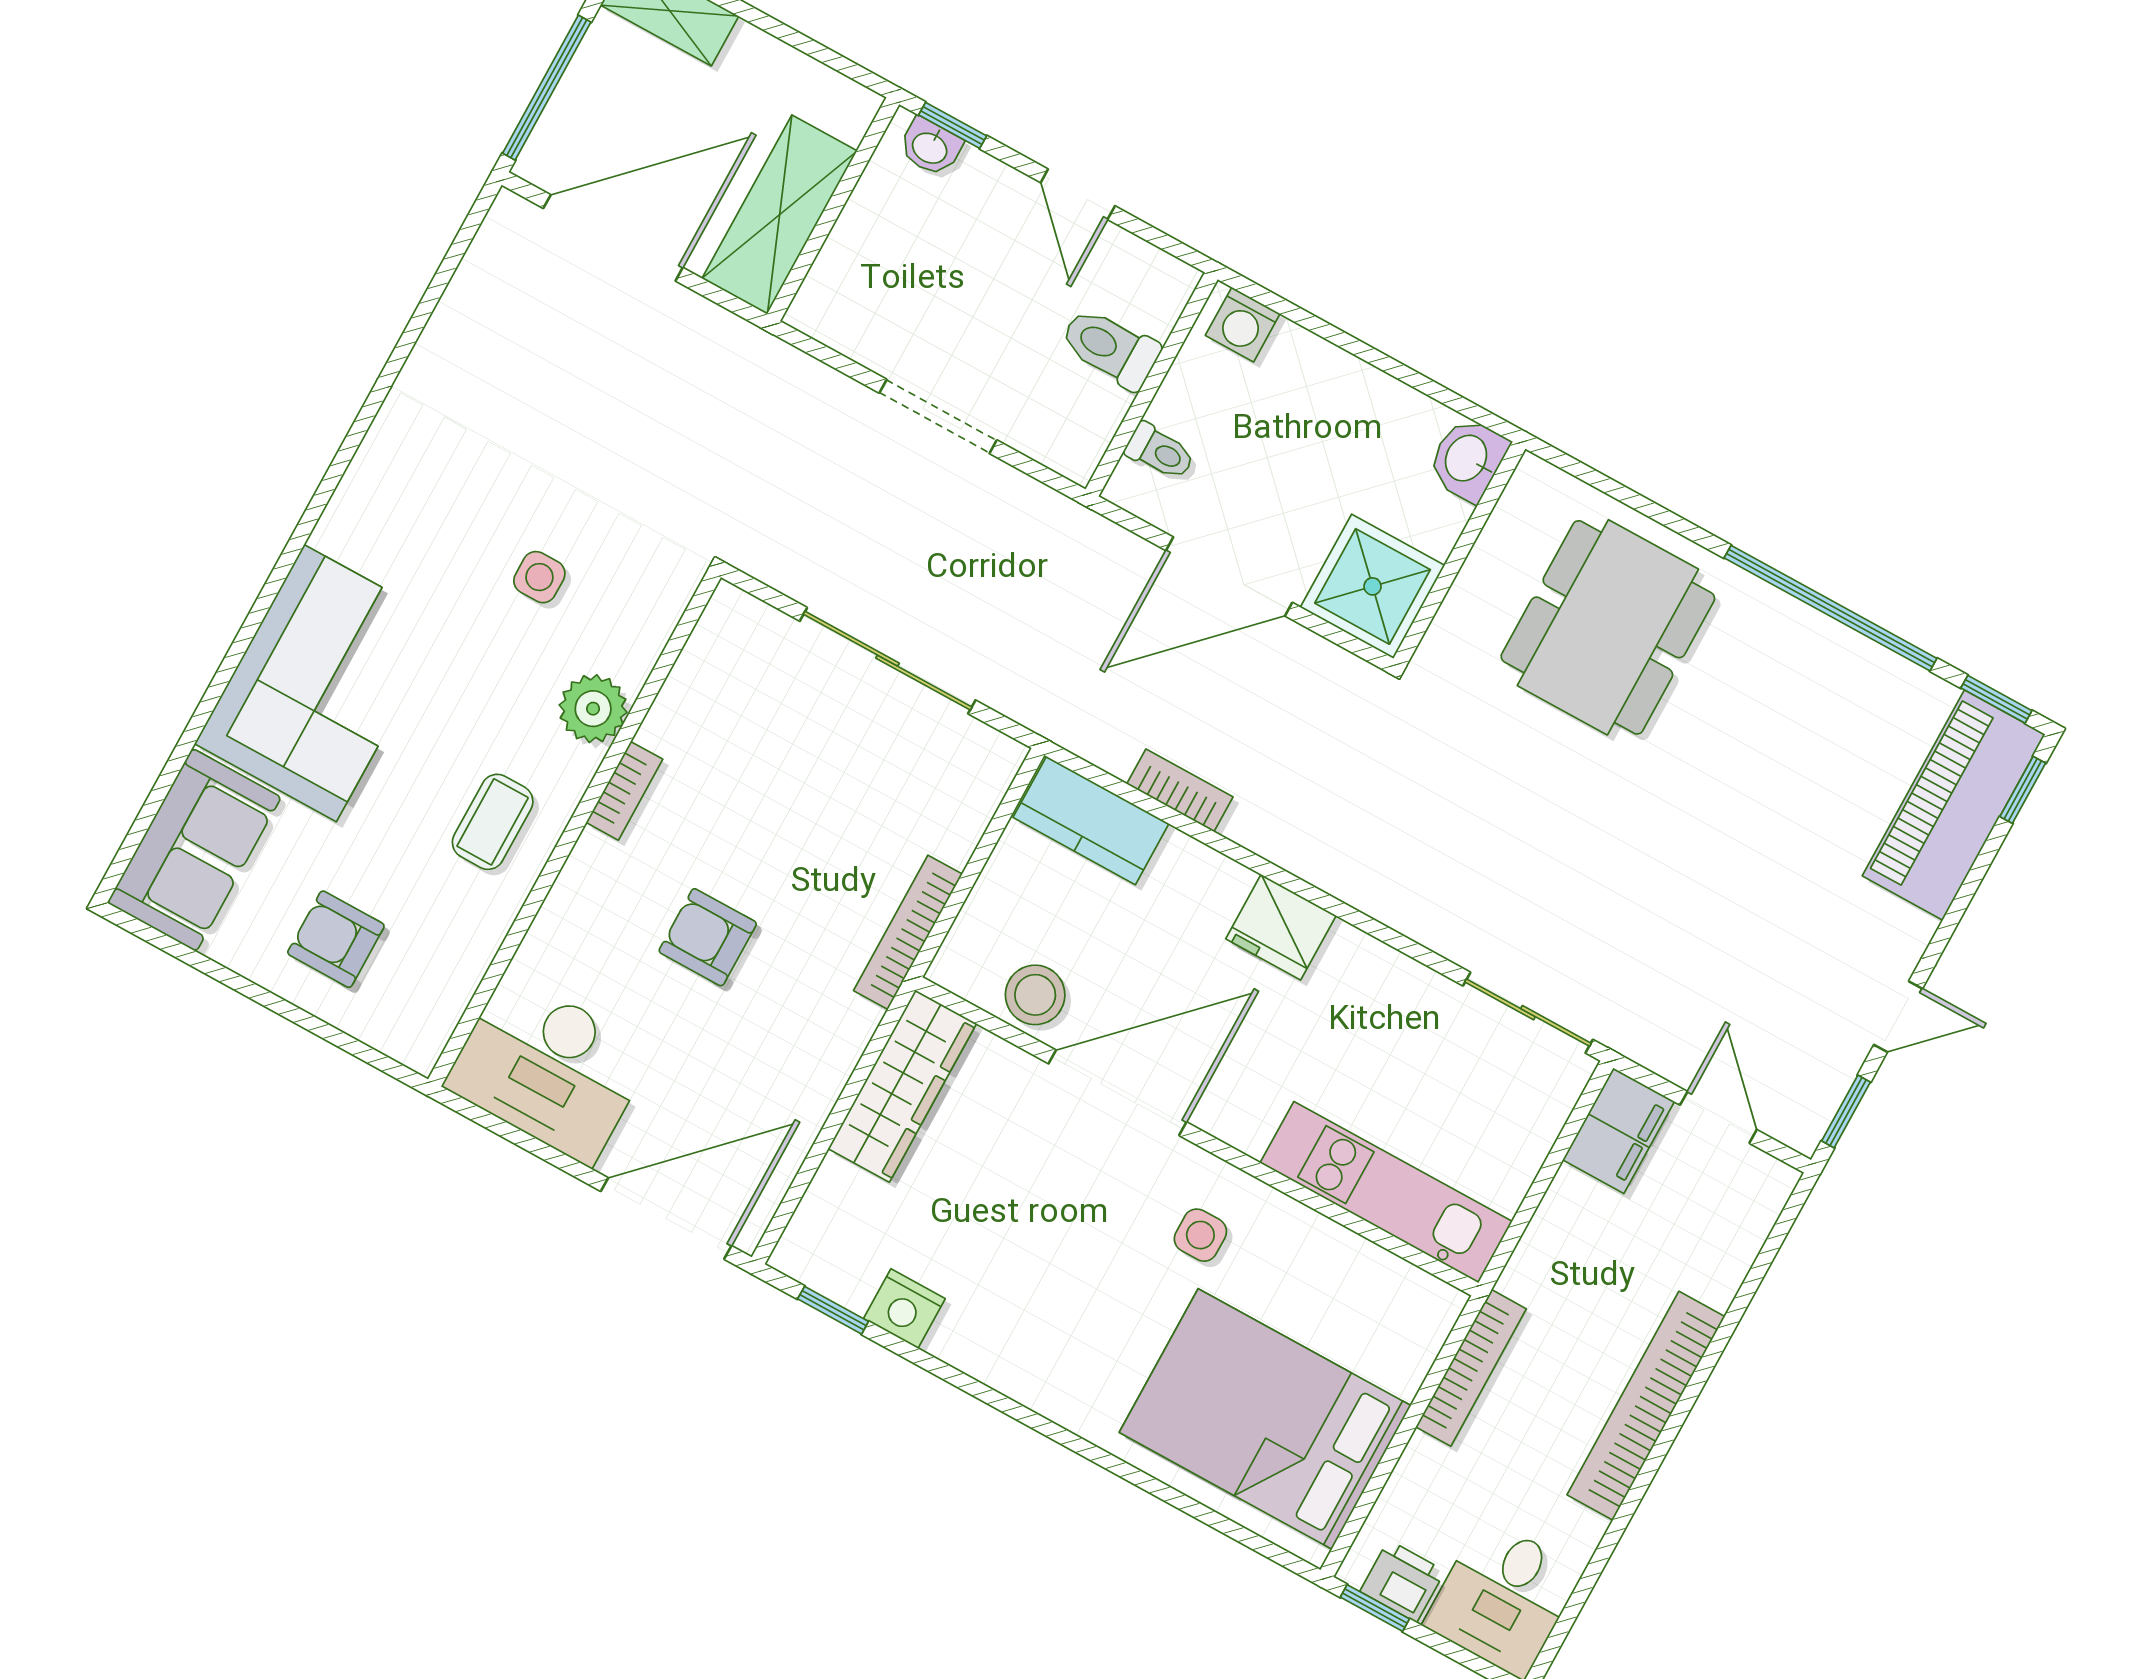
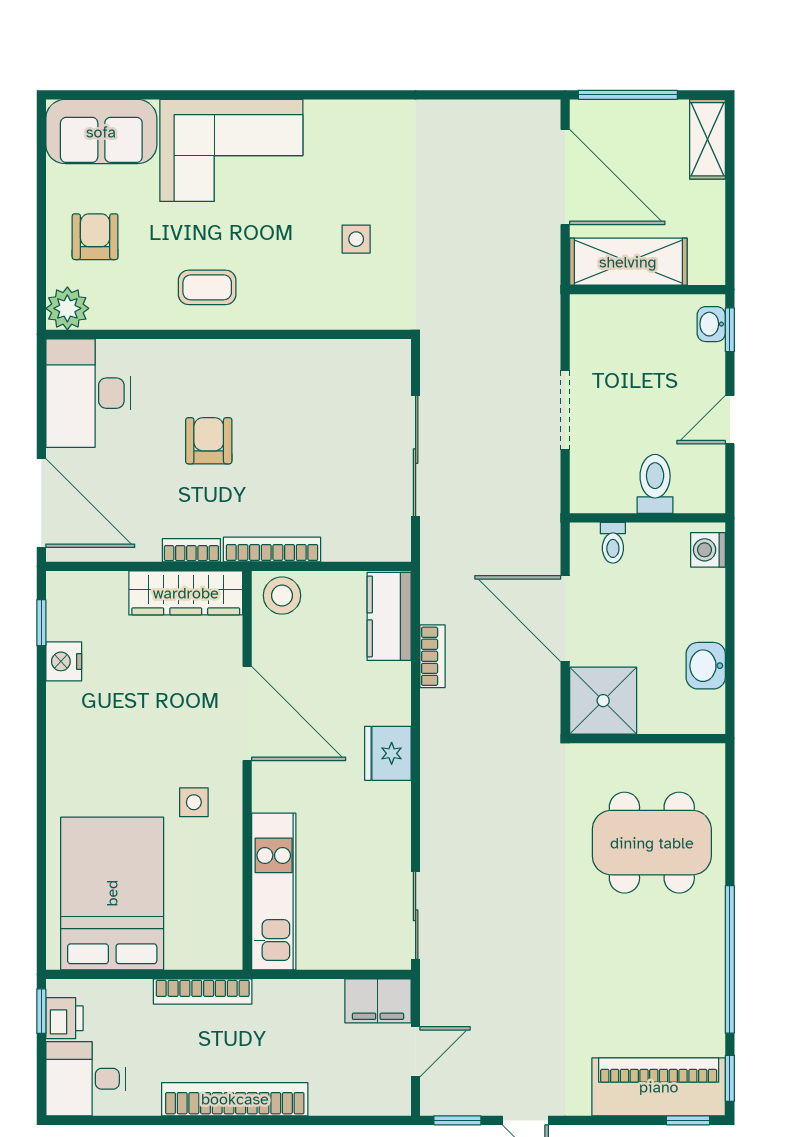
washbasin: (1468, 459) -> (706, 666), moved, turned -90
plant: (593, 709) -> (67, 308), moved
bookcase: (624, 791) -> (191, 550), moved, turned 180
stool: (1035, 995) -> (282, 596), moved

